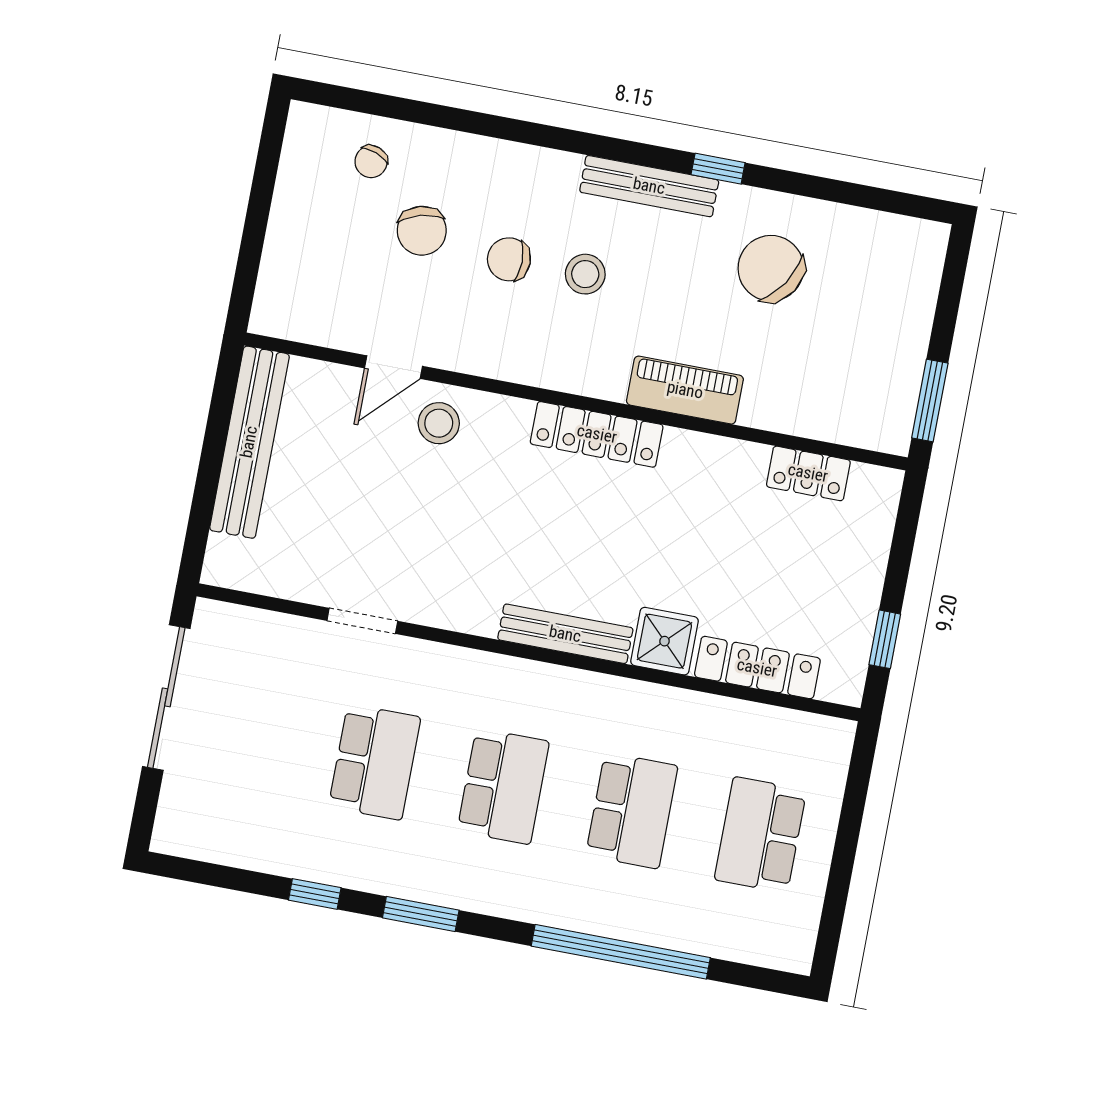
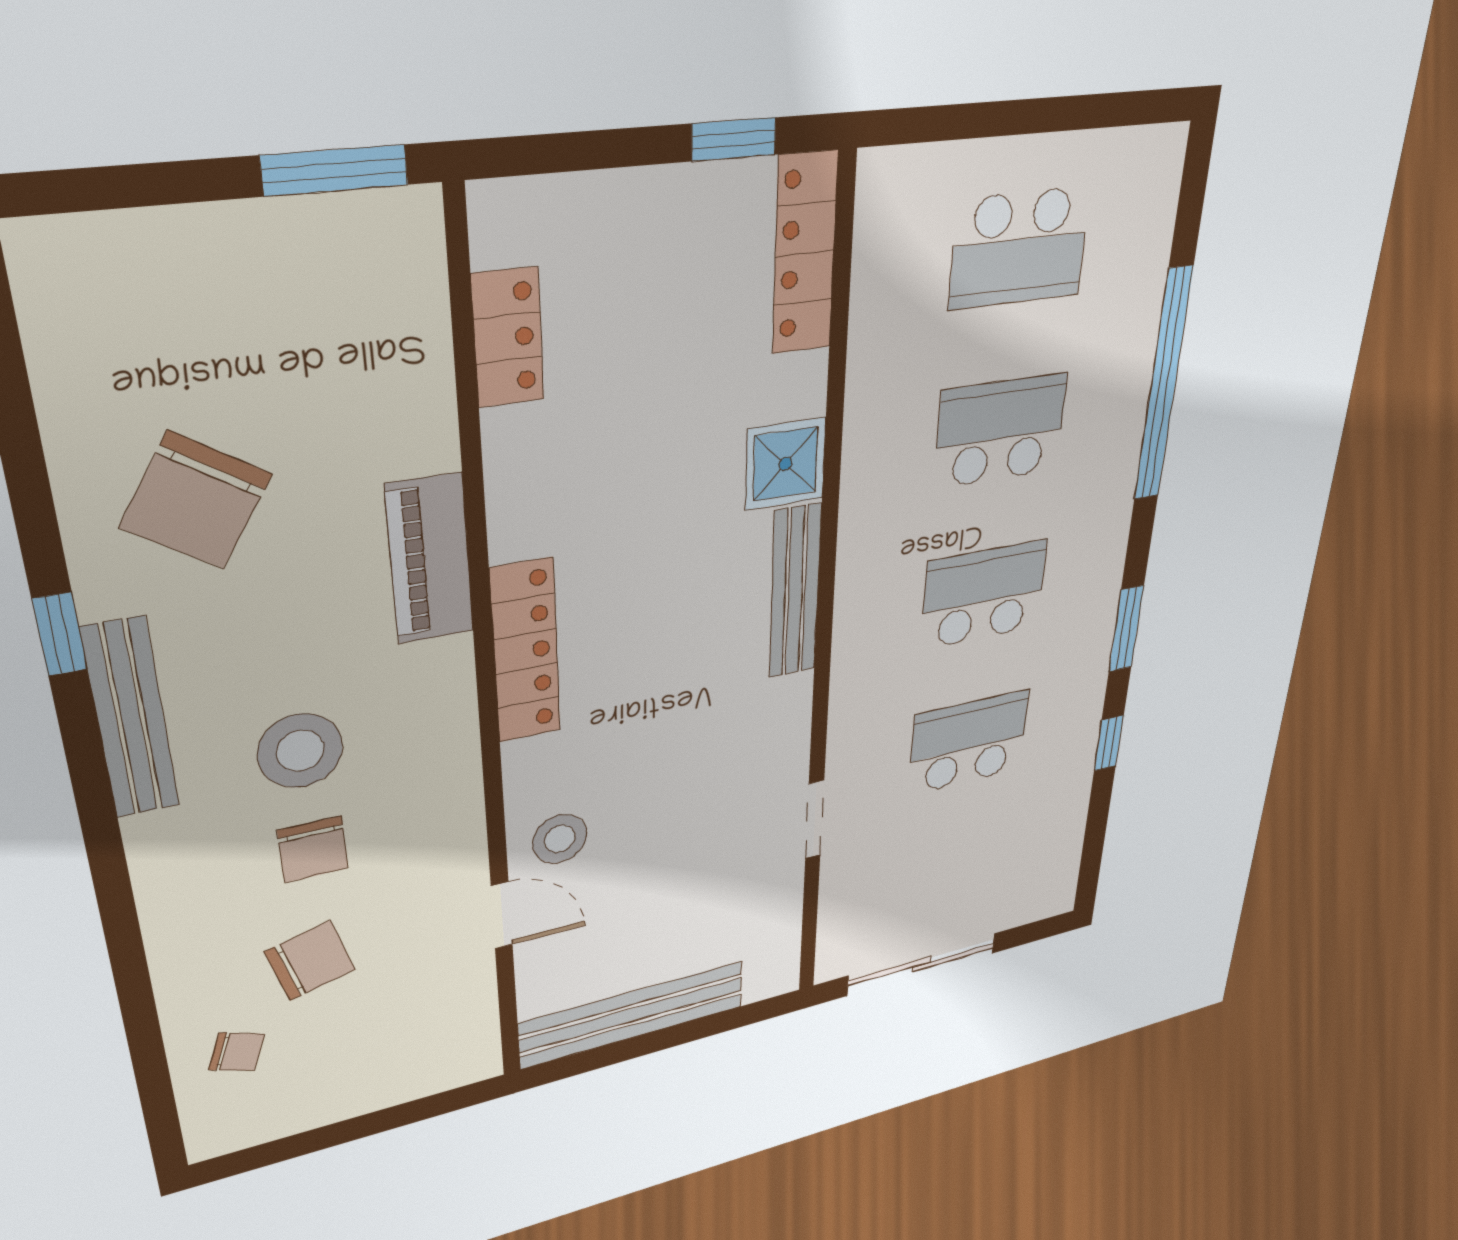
stool: (585, 274) -> (300, 751), width x1.38, depth x1.38
locker: (757, 668) -> (805, 254), moved

